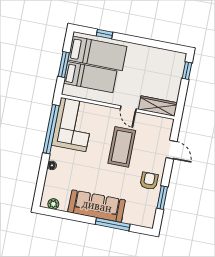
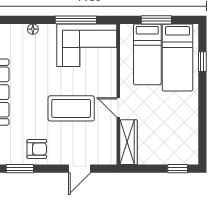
door: (128, 109) -> (118, 107), hinge flipped
window: (51, 129) -> (76, 20), width x0.68

